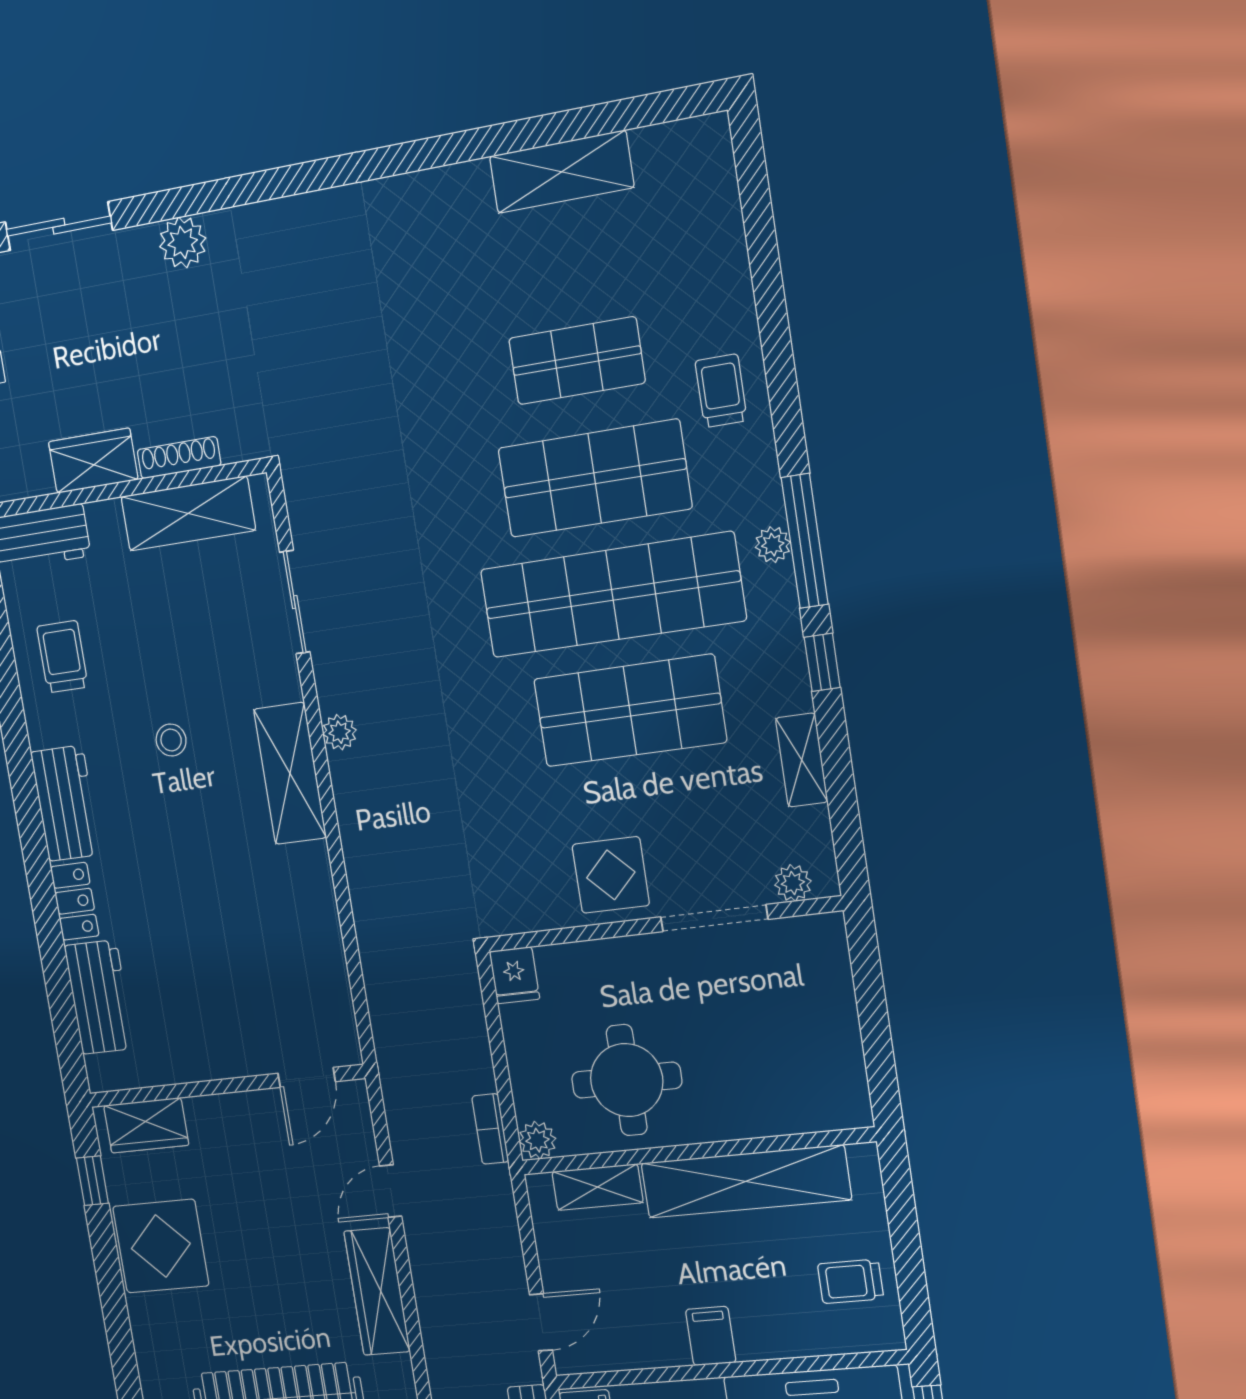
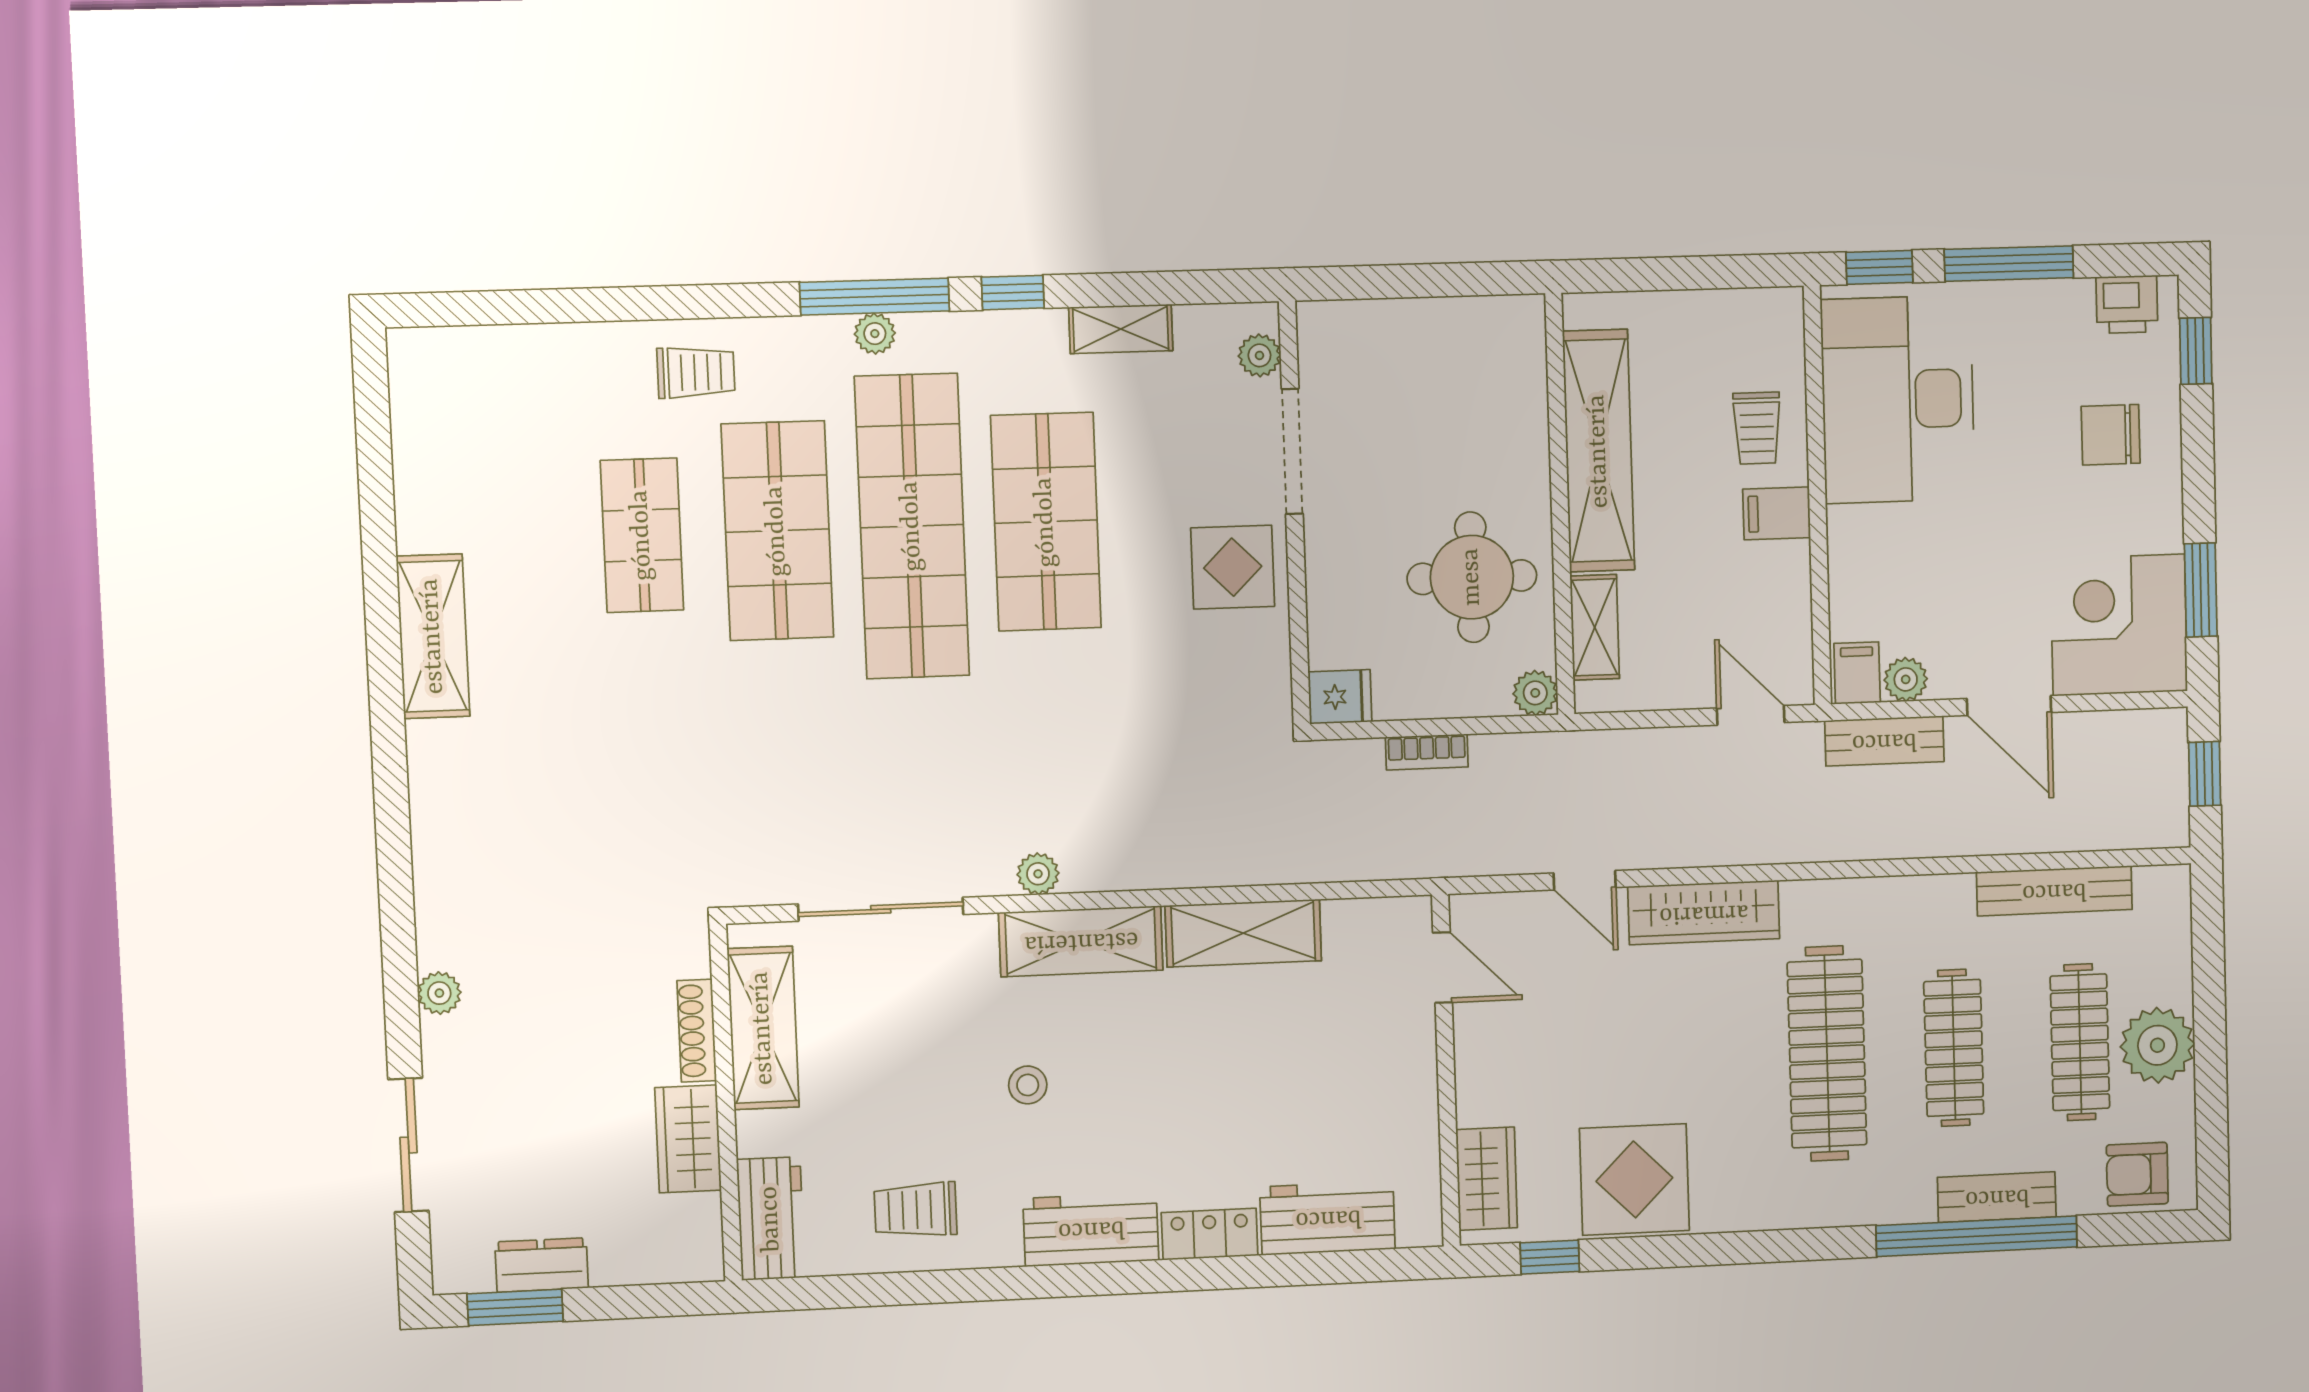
shelving: (562, 172) -> (433, 636), moved
plant: (183, 242) -> (439, 993), width x0.73, depth x0.73
trolley: (721, 391) -> (696, 372), turned 180
sliding door: (295, 602) -> (881, 909), width x1.37
shelving: (313, 909) -> (1243, 933), added
bookcase: (490, 1129) -> (1427, 752), moved
trolley: (851, 1281) -> (1757, 428), moved

